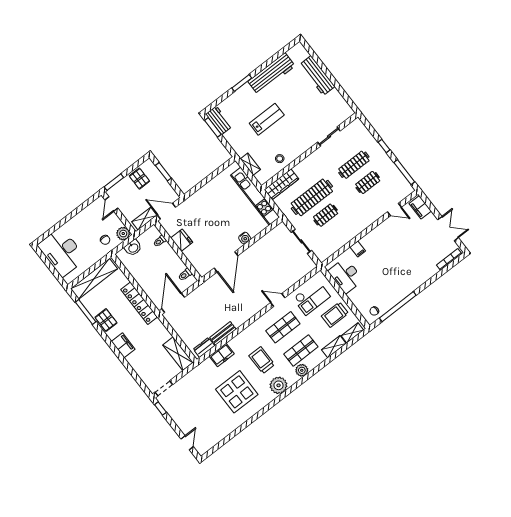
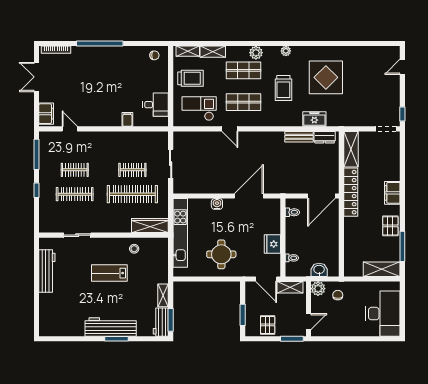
workbench: (272, 74) -> (111, 327), moved
workbench: (317, 76) -> (47, 271), moved
lab bench: (267, 119) -> (109, 273), moved
shelving: (250, 164) -> (163, 295), moved
round table: (213, 204) -> (221, 254), added
desk: (346, 276) -> (155, 105), width x0.73
shelving: (94, 279) -> (382, 269), width x0.68
locker: (139, 303) -> (351, 192), moved
window: (398, 307) -> (100, 44), moved
plant: (279, 385) -> (286, 51), width x0.53, depth x0.53

